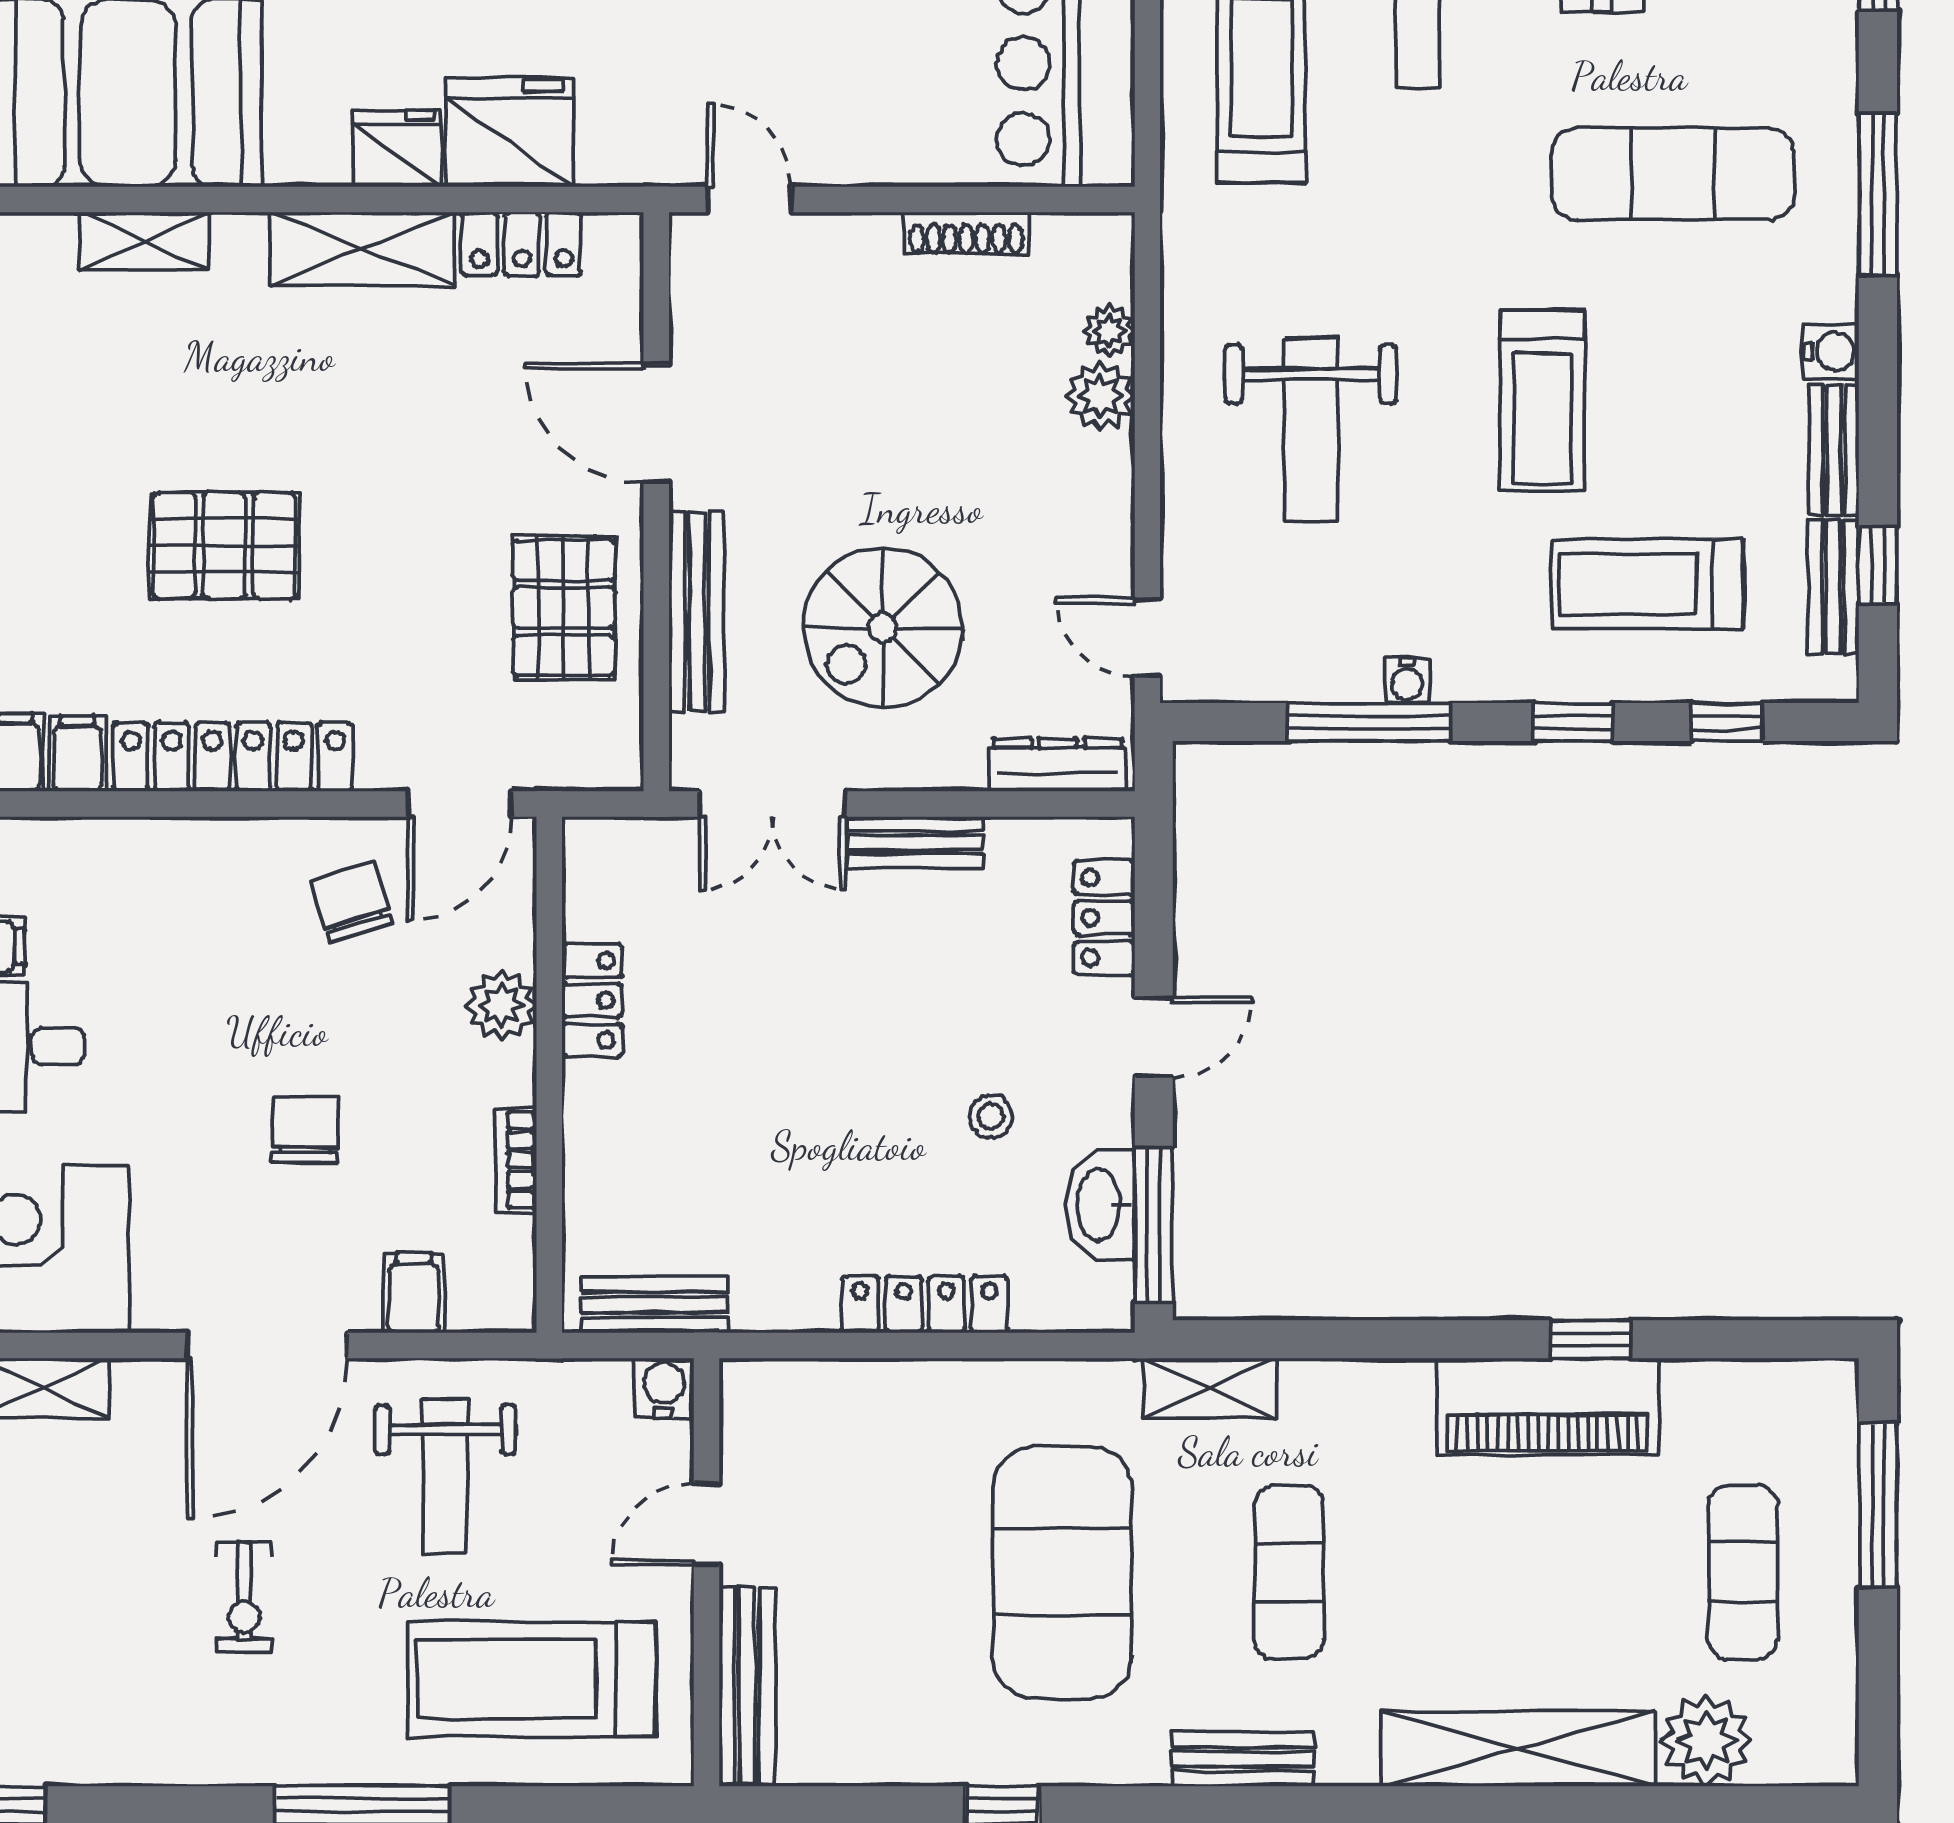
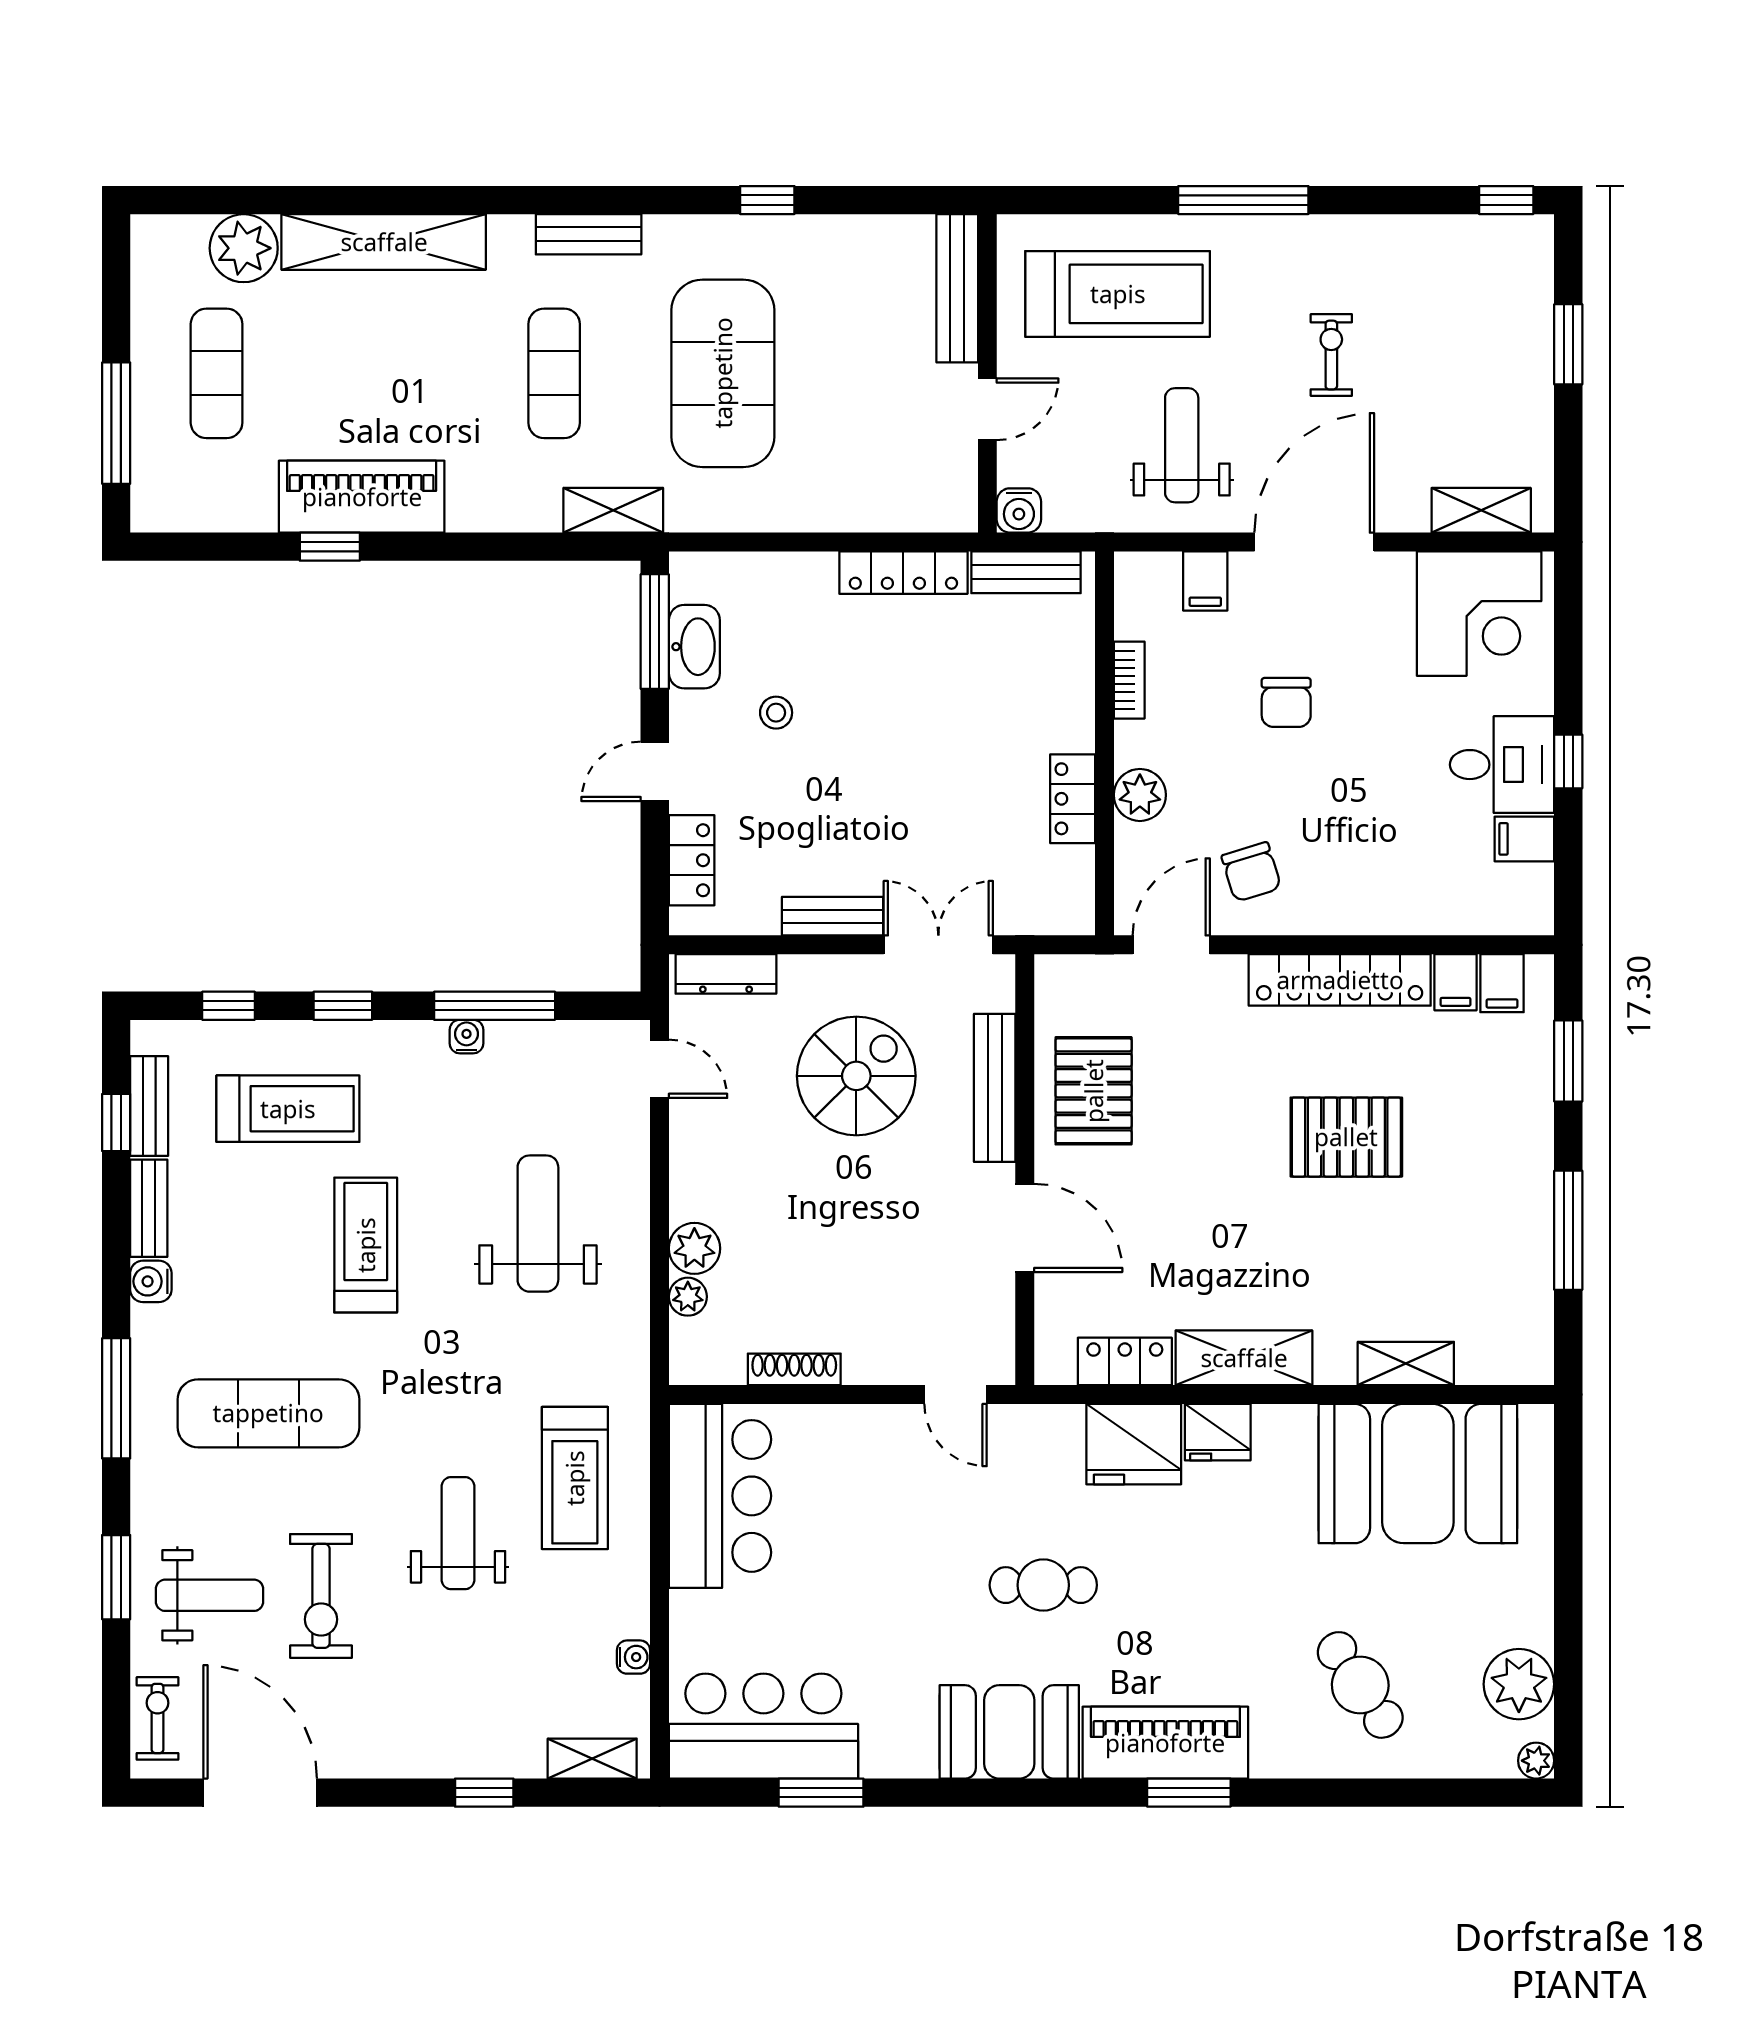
locker: (925, 1304) -> (903, 573), moved

